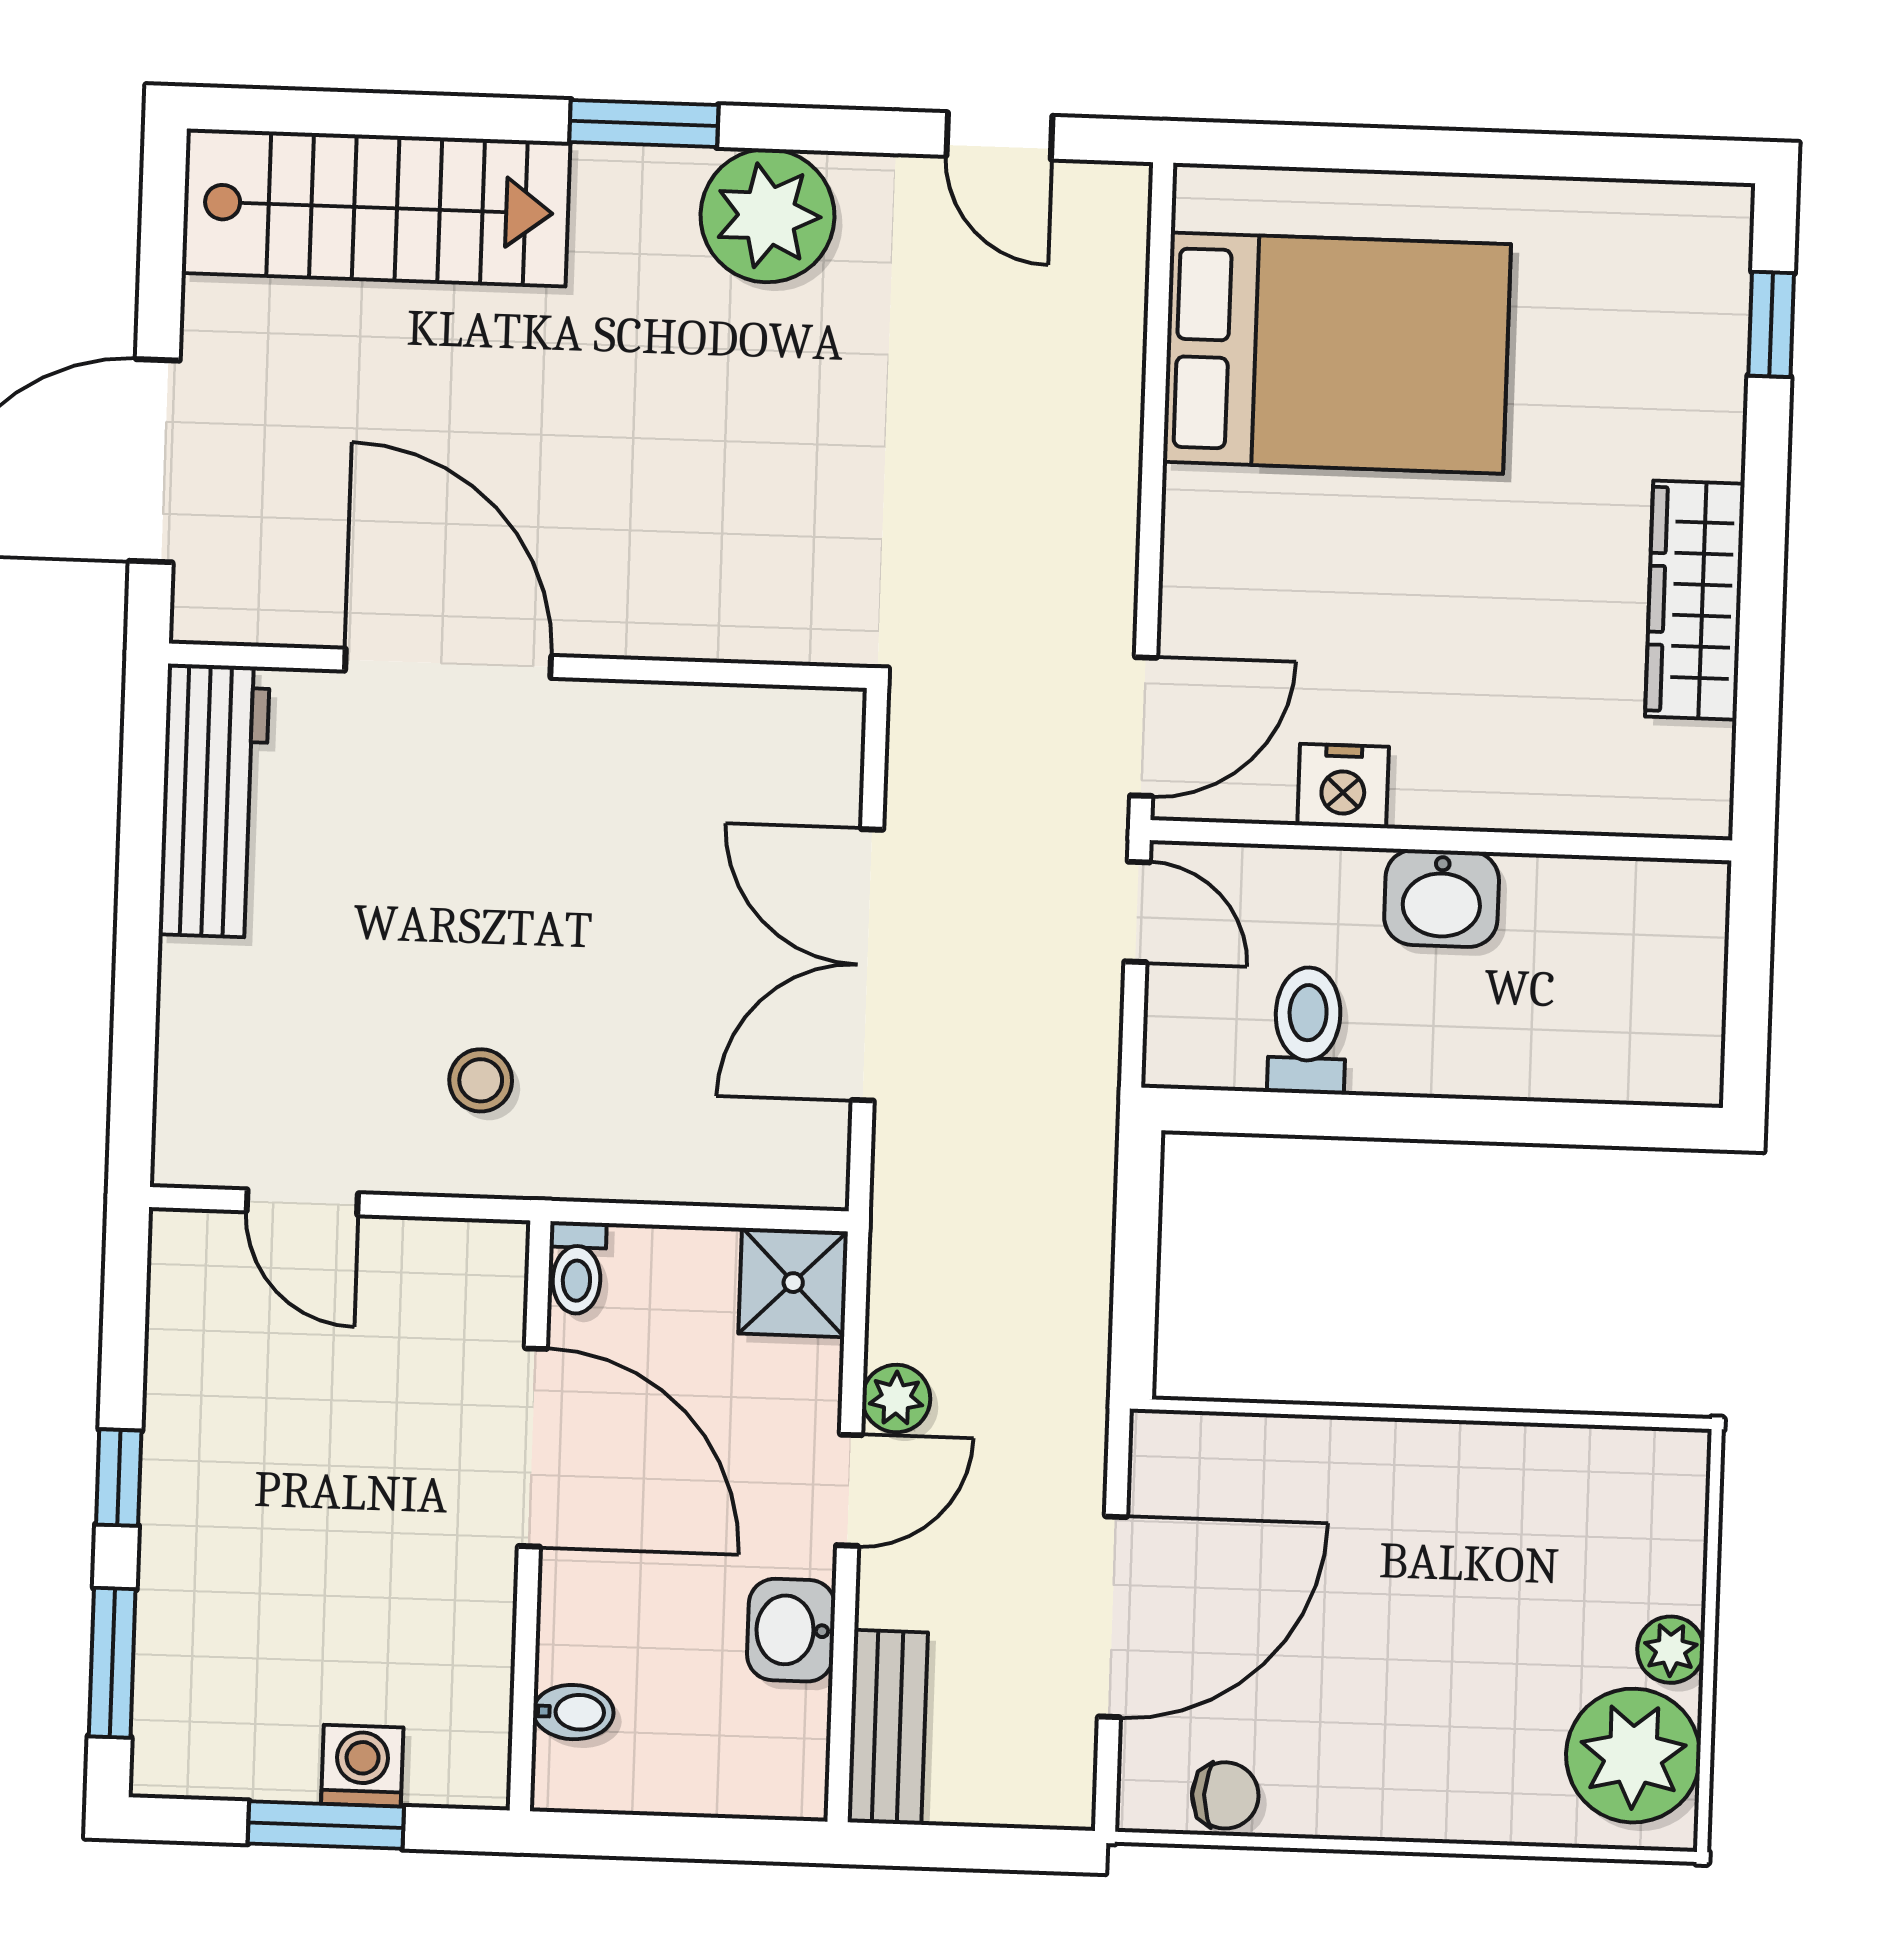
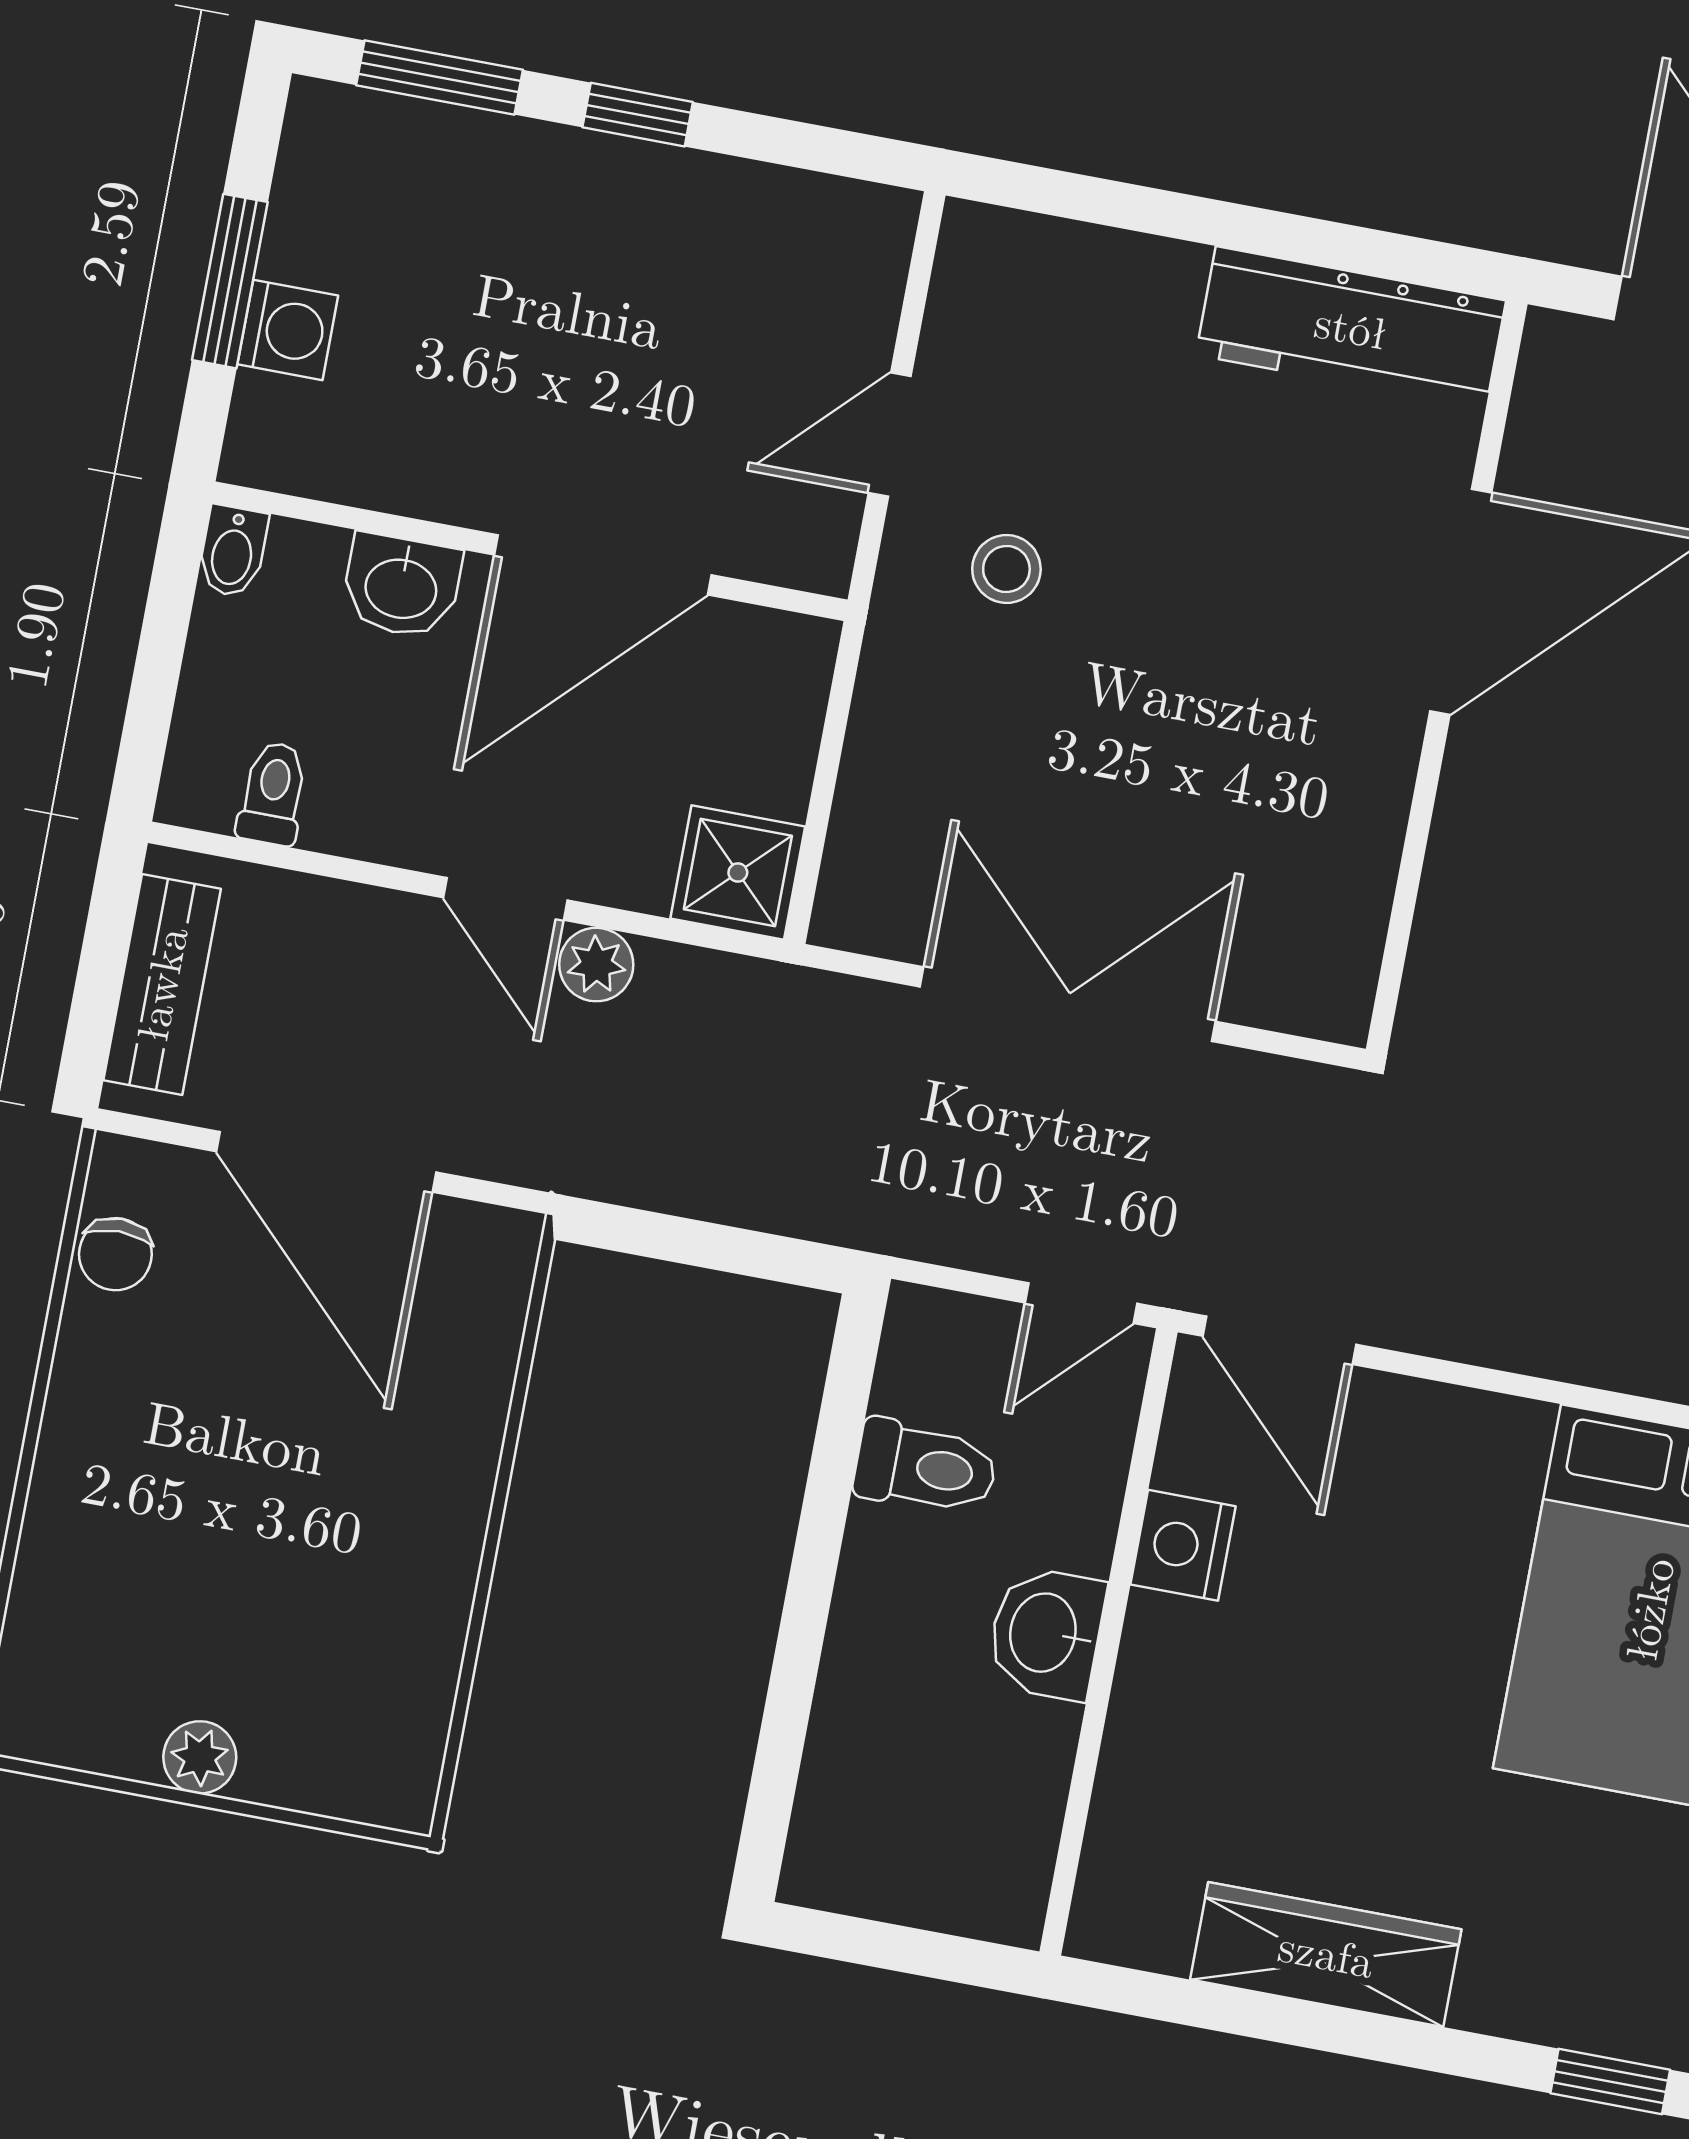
door: (302, 1202) -> (890, 435), moved
toilet: (577, 1268) -> (273, 793), moved, turned 90
washbasin: (791, 1630) -> (401, 586), moved, turned 180
bidet: (573, 1712) -> (233, 551), moved
bench: (888, 1727) -> (162, 984), moved, turned 90
plant: (1633, 1756) -> (92, 1700), removed

